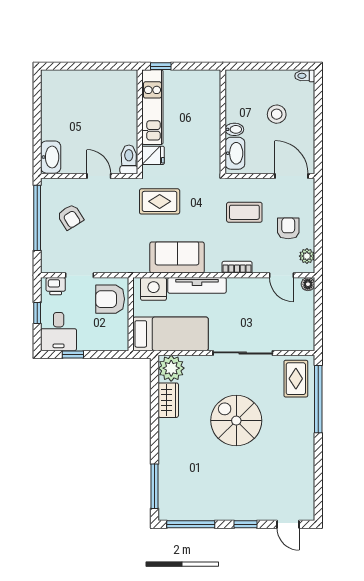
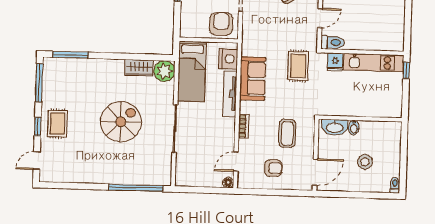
plant: (307, 256) -> (251, 182), removed
rug: (296, 379) -> (58, 124), moved, turned 90

